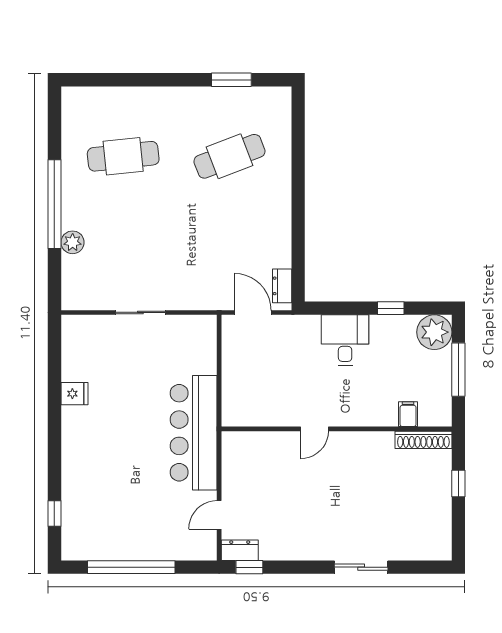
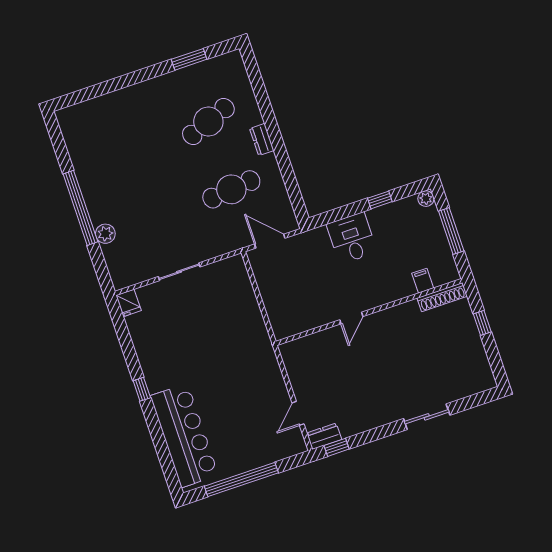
cafe table: (123, 156) -> (231, 189), moved
dresser: (282, 286) -> (262, 139), moved
plant: (434, 332) -> (426, 199), width x0.53, depth x0.53
fridge: (74, 394) -> (129, 303), moved, turned 90
bar counter: (194, 433) -> (184, 436), moved, turned 180
window: (54, 513) -> (142, 389), moved

